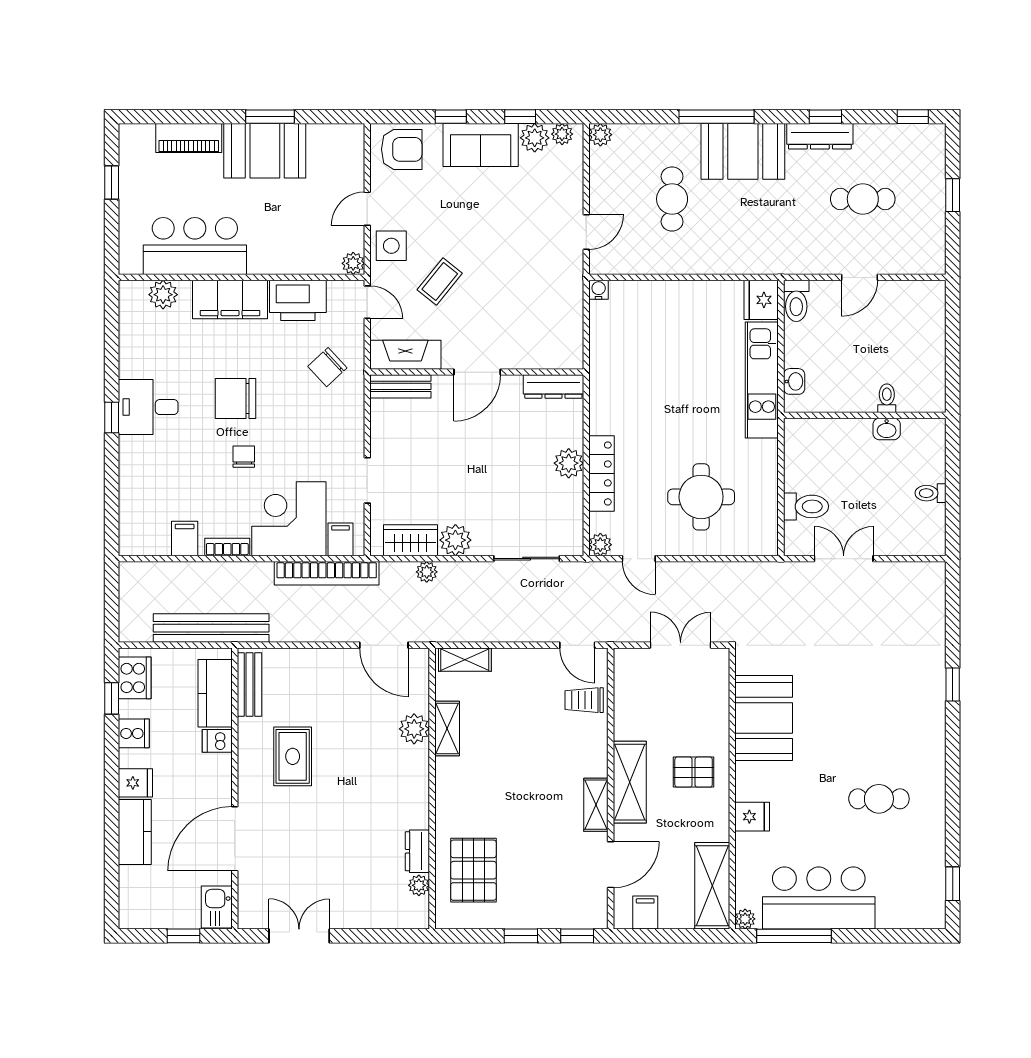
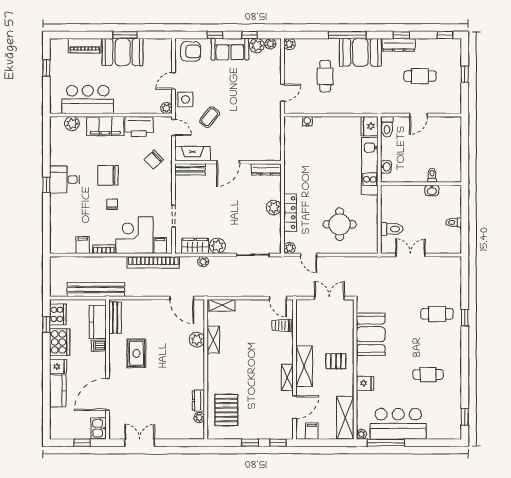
water cooler: (599, 290) -> (307, 121), moved
cafe table: (897, 677) -> (437, 314), added
cooker: (134, 733) -> (60, 342), width x1.87, depth x1.31

